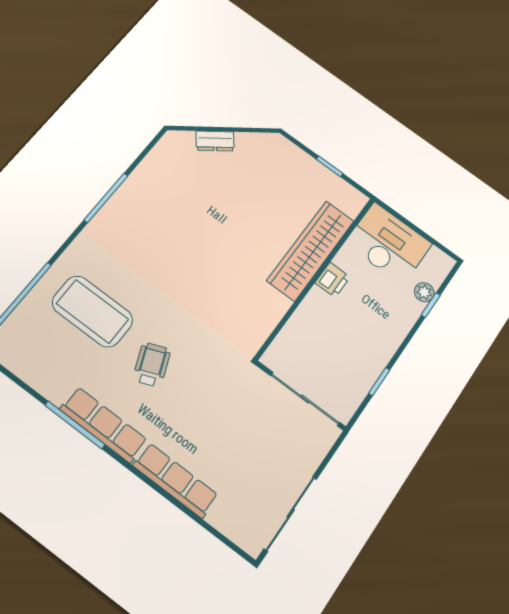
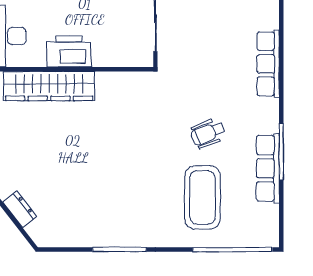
printer: (333, 280) -> (69, 51), width x1.87, depth x1.48
row of seats: (104, 425) -> (268, 168), moved

